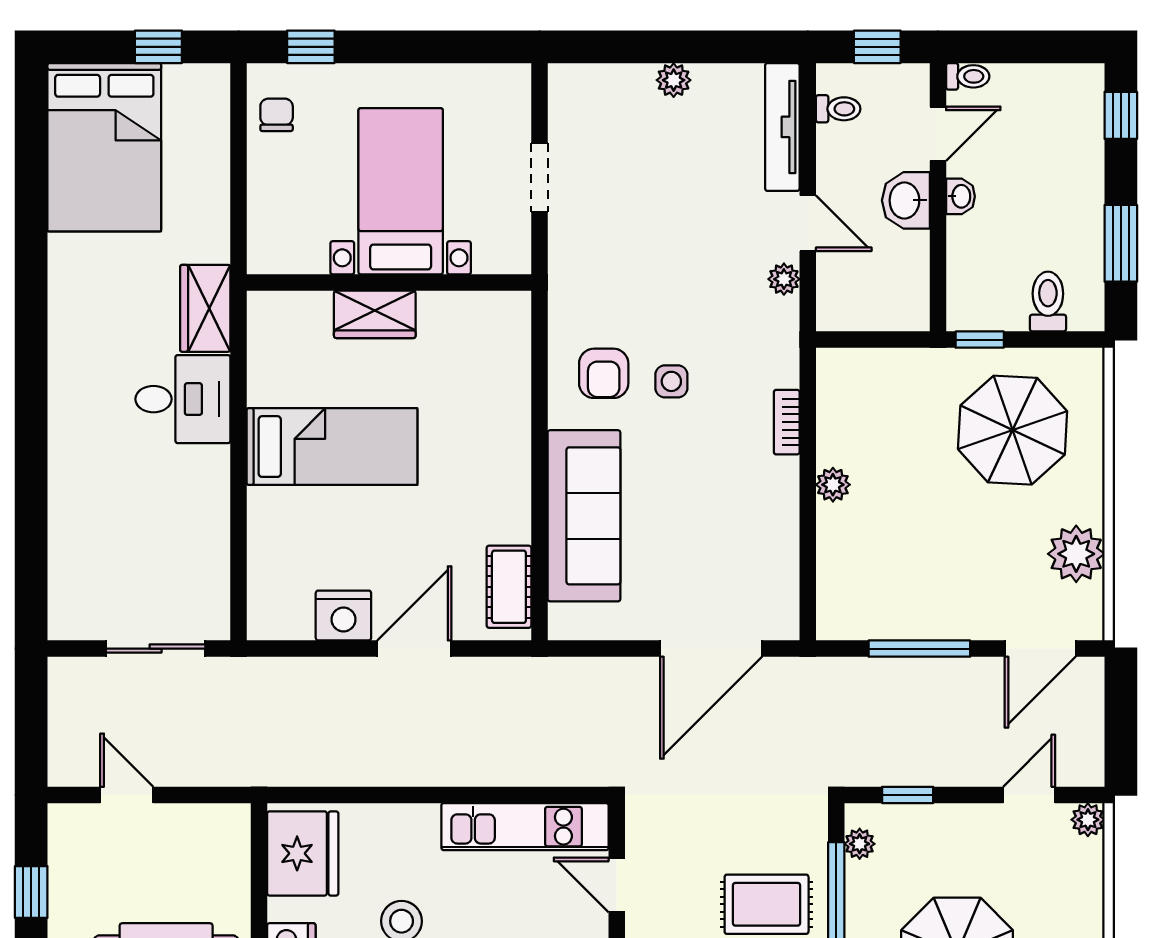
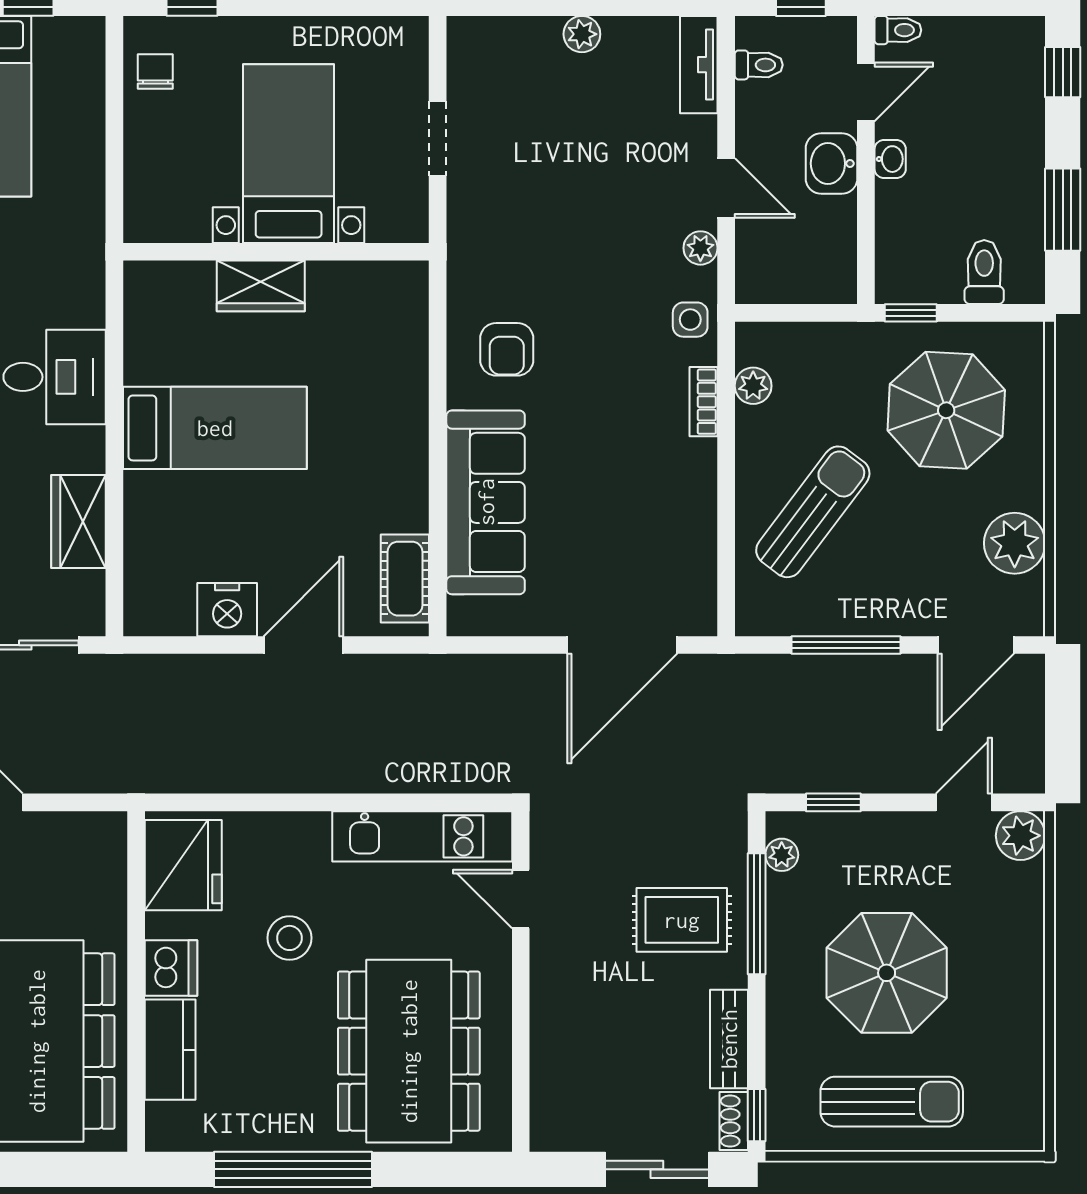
tv unit: (782, 127) -> (699, 65), width x0.71
wardrobe: (205, 308) -> (79, 521), moved
side table: (671, 381) -> (690, 320), moved
plant: (833, 485) -> (753, 386), moved
sun lounger: (888, 525) -> (813, 512), added
plant: (1088, 820) -> (1021, 836), width x1.38, depth x1.38

